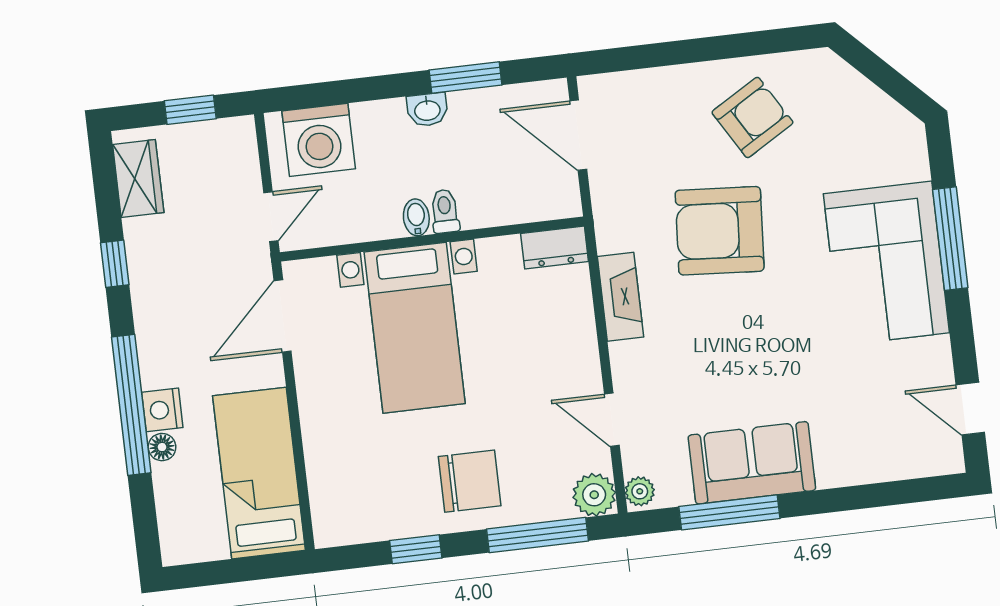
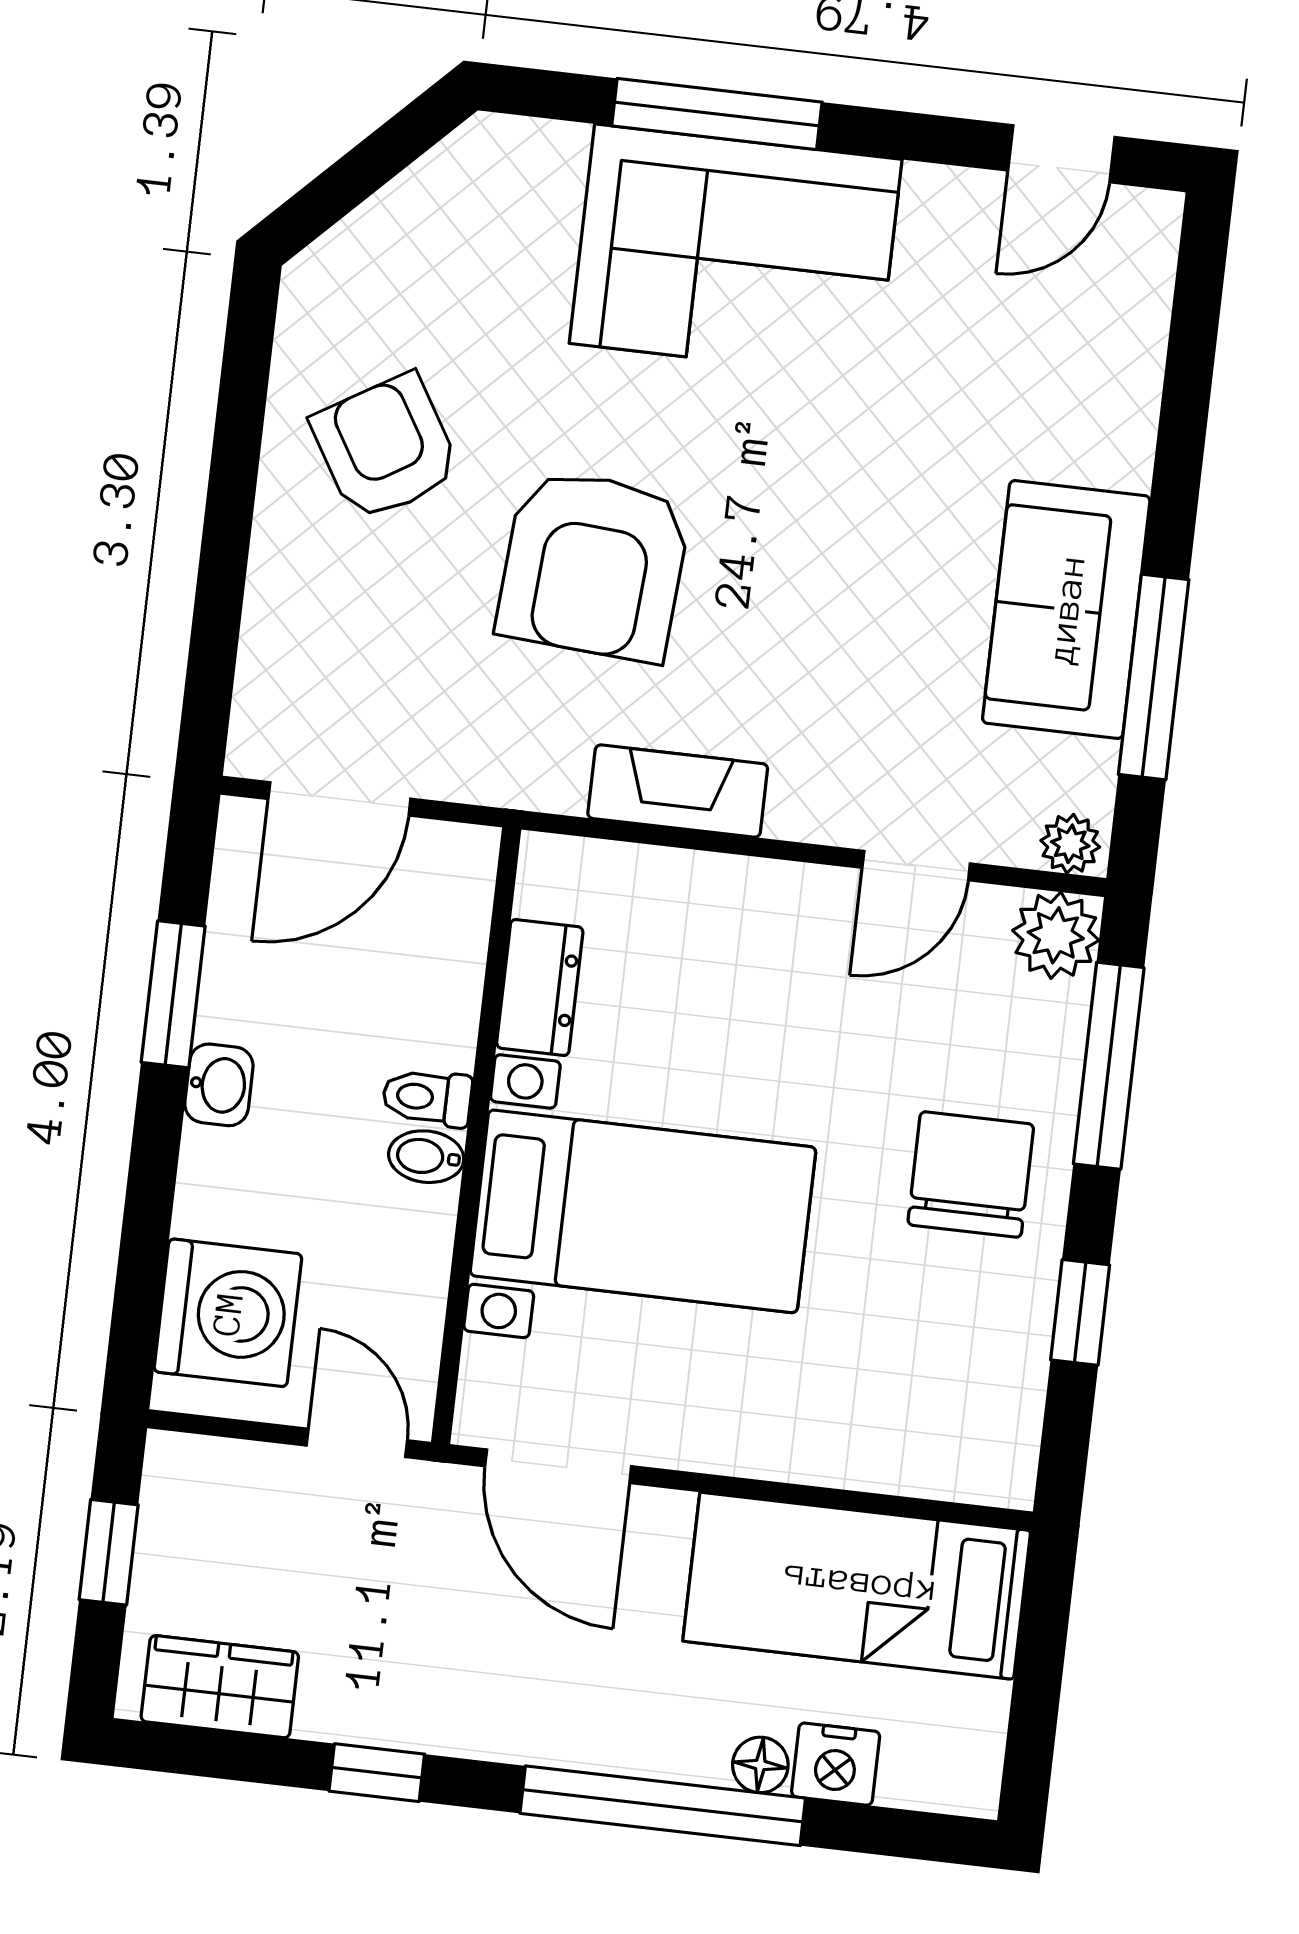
dresser: (555, 248) -> (540, 987), moved
nightstand: (162, 410) -> (836, 1764), moved

